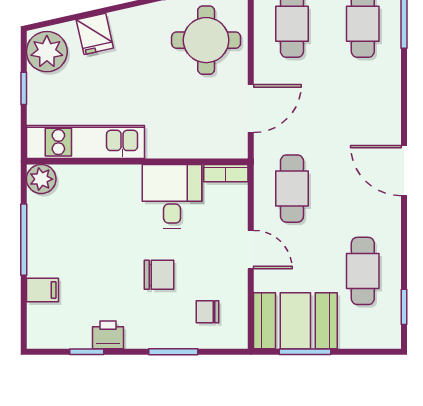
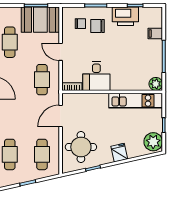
fridge: (95, 34) -> (119, 153), moved
chair: (159, 275) -> (97, 26), moved
printer: (108, 335) -> (125, 16), width x1.87, depth x1.48

